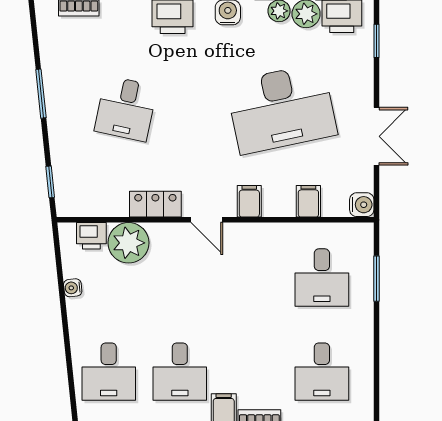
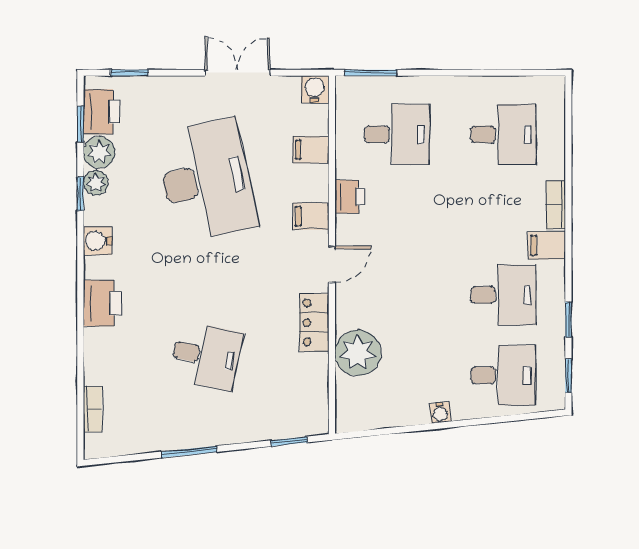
printer: (91, 236) -> (350, 197), moved
window: (376, 279) -> (371, 73), moved
water cooler: (73, 288) -> (440, 413), moved

